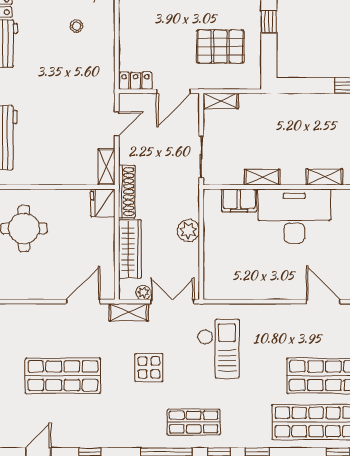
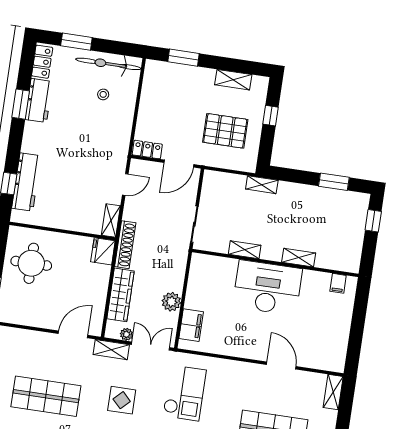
shelving: (221, 101) -> (262, 185), moved
filing cabinet: (239, 200) -> (191, 325), moved, turned -90
plant: (188, 231) -> (171, 302), moved

